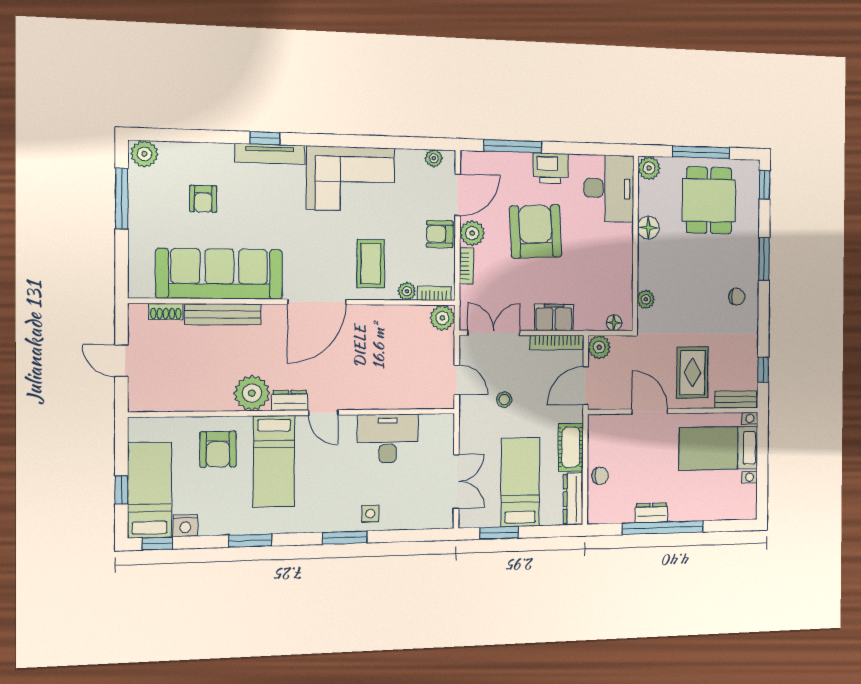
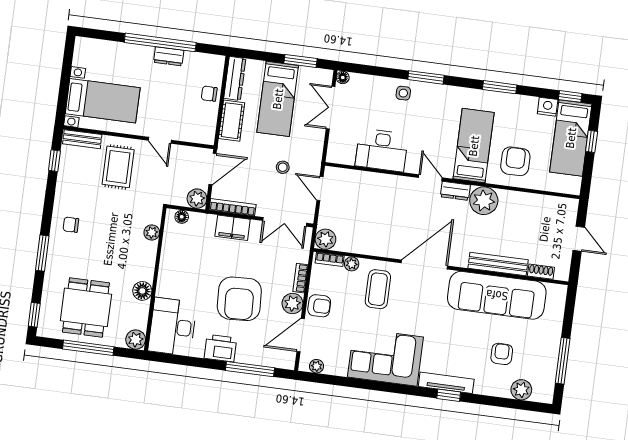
plant: (144, 154) -> (521, 390), moved
door: (650, 411) -> (160, 140), width x0.73
floor lamp: (446, 521) -> (343, 78), added

